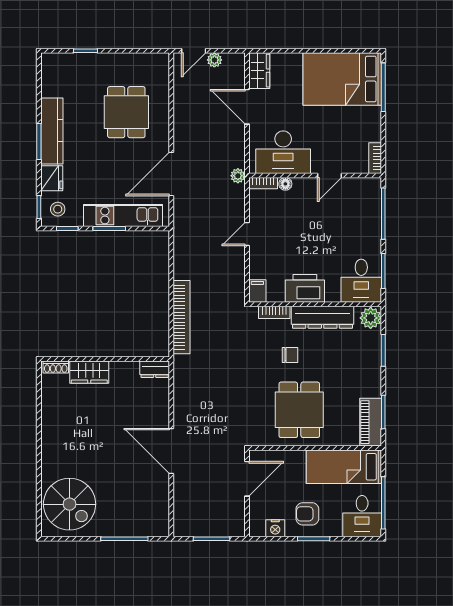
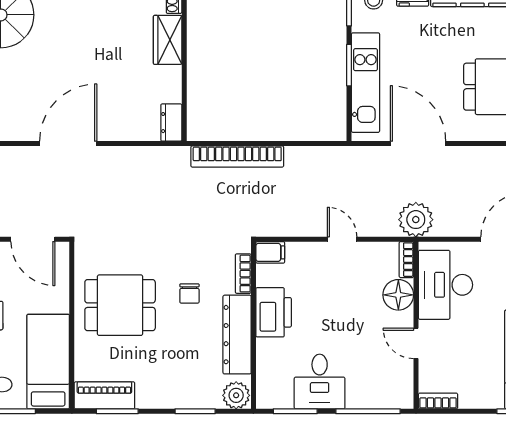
plant: (238, 176) -> (416, 220), width x1.88, depth x1.88
floor lamp: (285, 184) -> (398, 295), width x1.89, depth x1.89
desk: (361, 281) -> (320, 382), moved, turned -90

